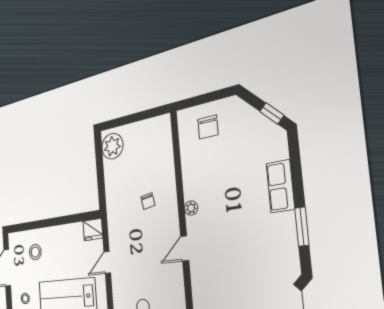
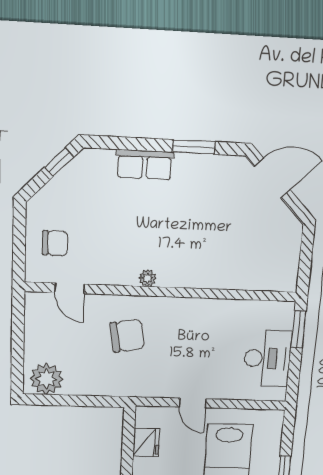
chair: (148, 201) -> (127, 336), width x1.87, depth x1.87
fridge: (93, 230) -> (146, 442), moved
door: (185, 248) -> (70, 288), moved

